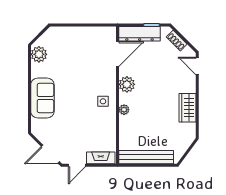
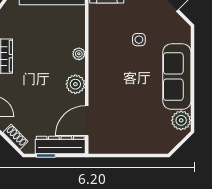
sofa: (42, 98) -> (177, 77), width x1.36
side table: (103, 101) -> (139, 40), moved

